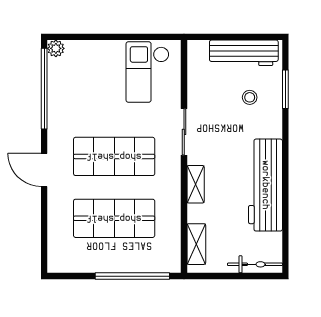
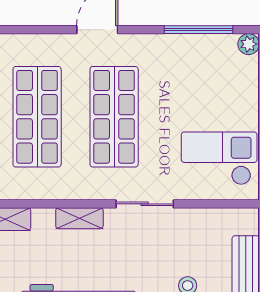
window: (44, 89) -> (199, 30), width x0.68

